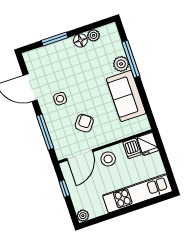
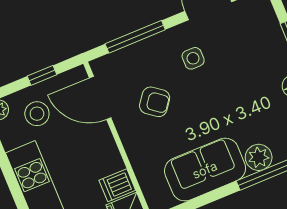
stool: (108, 159) -> (37, 114), moved

